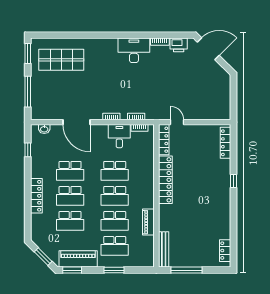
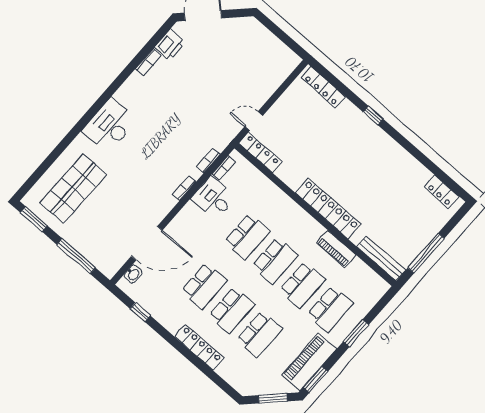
desk: (134, 50) -> (110, 126), moved
door: (76, 122) -> (147, 243), moved
locker: (165, 180) -> (328, 208), moved

